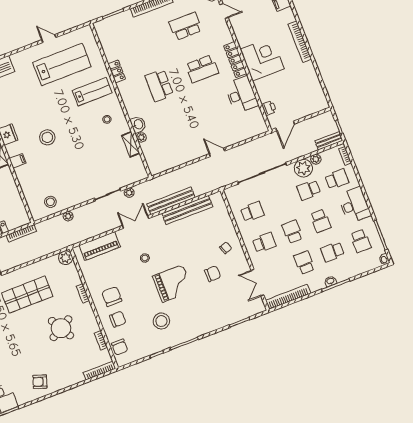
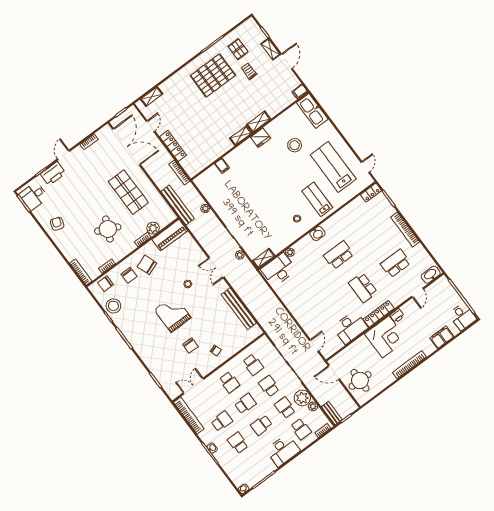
school desk: (186, 26) -> (395, 263), turned -90
door: (49, 39) -> (365, 167), moved
lab bench: (62, 64) -> (333, 167), turned 180
locker: (117, 71) -> (371, 193), moved
lab bench: (92, 92) -> (317, 199), turned 180
round table: (302, 100) -> (360, 380), added
printer: (269, 108) -> (397, 316), moved
washbasin: (138, 124) -> (317, 234), moved
stool: (47, 137) -> (295, 145), moved
shelving: (131, 144) -> (263, 258), moved
door: (217, 152) -> (314, 346), moved
desk: (157, 155) -> (279, 270), added
filing cabinet: (18, 161) -> (222, 166), moved
bench: (171, 201) -> (178, 205), moved
stool: (50, 202) -> (213, 190), removed
double door: (136, 222) -> (216, 267), swing flipped
school desk: (361, 241) -> (269, 386), moved, turned 90
piano: (100, 246) -> (170, 235), moved, turned -90
plant: (66, 258) -> (153, 228), moved
grand piano: (173, 283) -> (173, 314), turned 180
chair: (112, 296) -> (147, 265), turned -110
stool: (161, 321) -> (113, 306), moved
round table: (61, 328) -> (108, 229), turned -35

